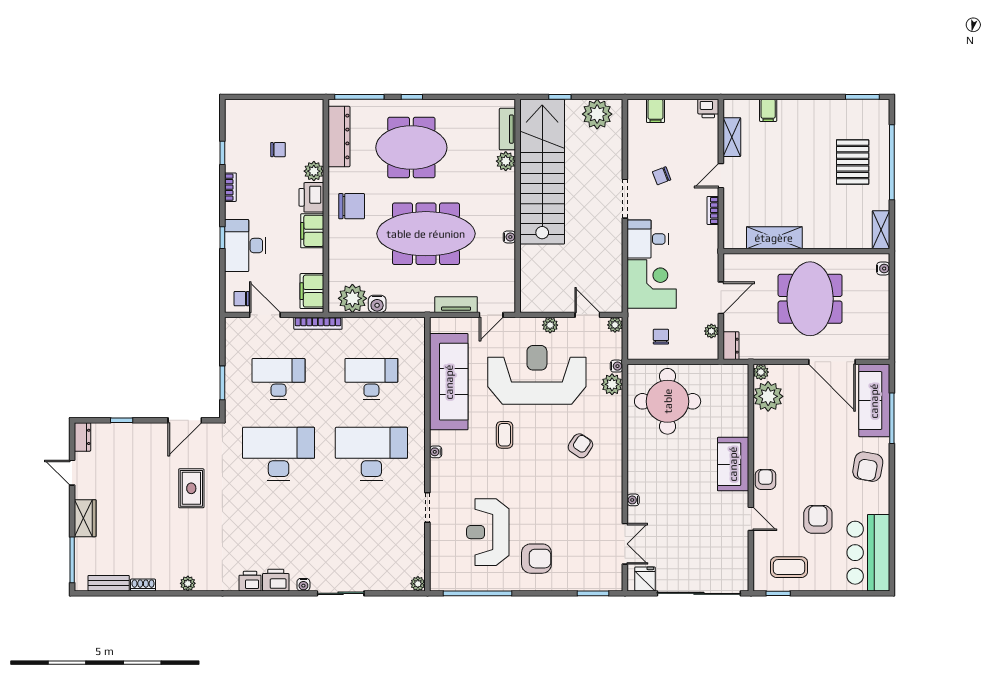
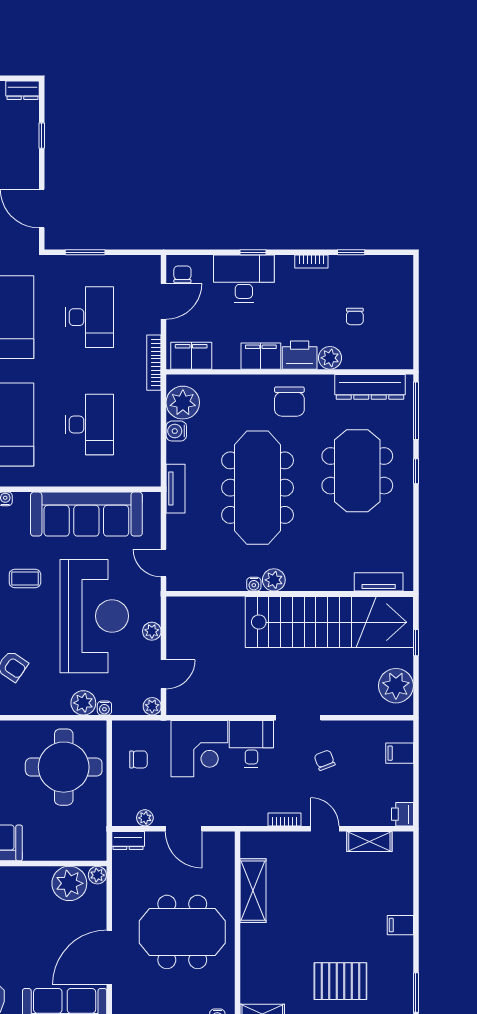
filing cabinet: (768, 110) -> (400, 925), moved
plant: (506, 161) -> (274, 580), moved
tv unit: (456, 305) -> (176, 489), moved

